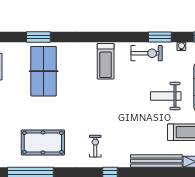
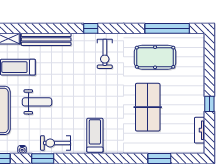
table tennis table: (44, 71) -> (148, 107), moved
exercise bike: (95, 146) -> (105, 54), width x1.38, depth x1.39

